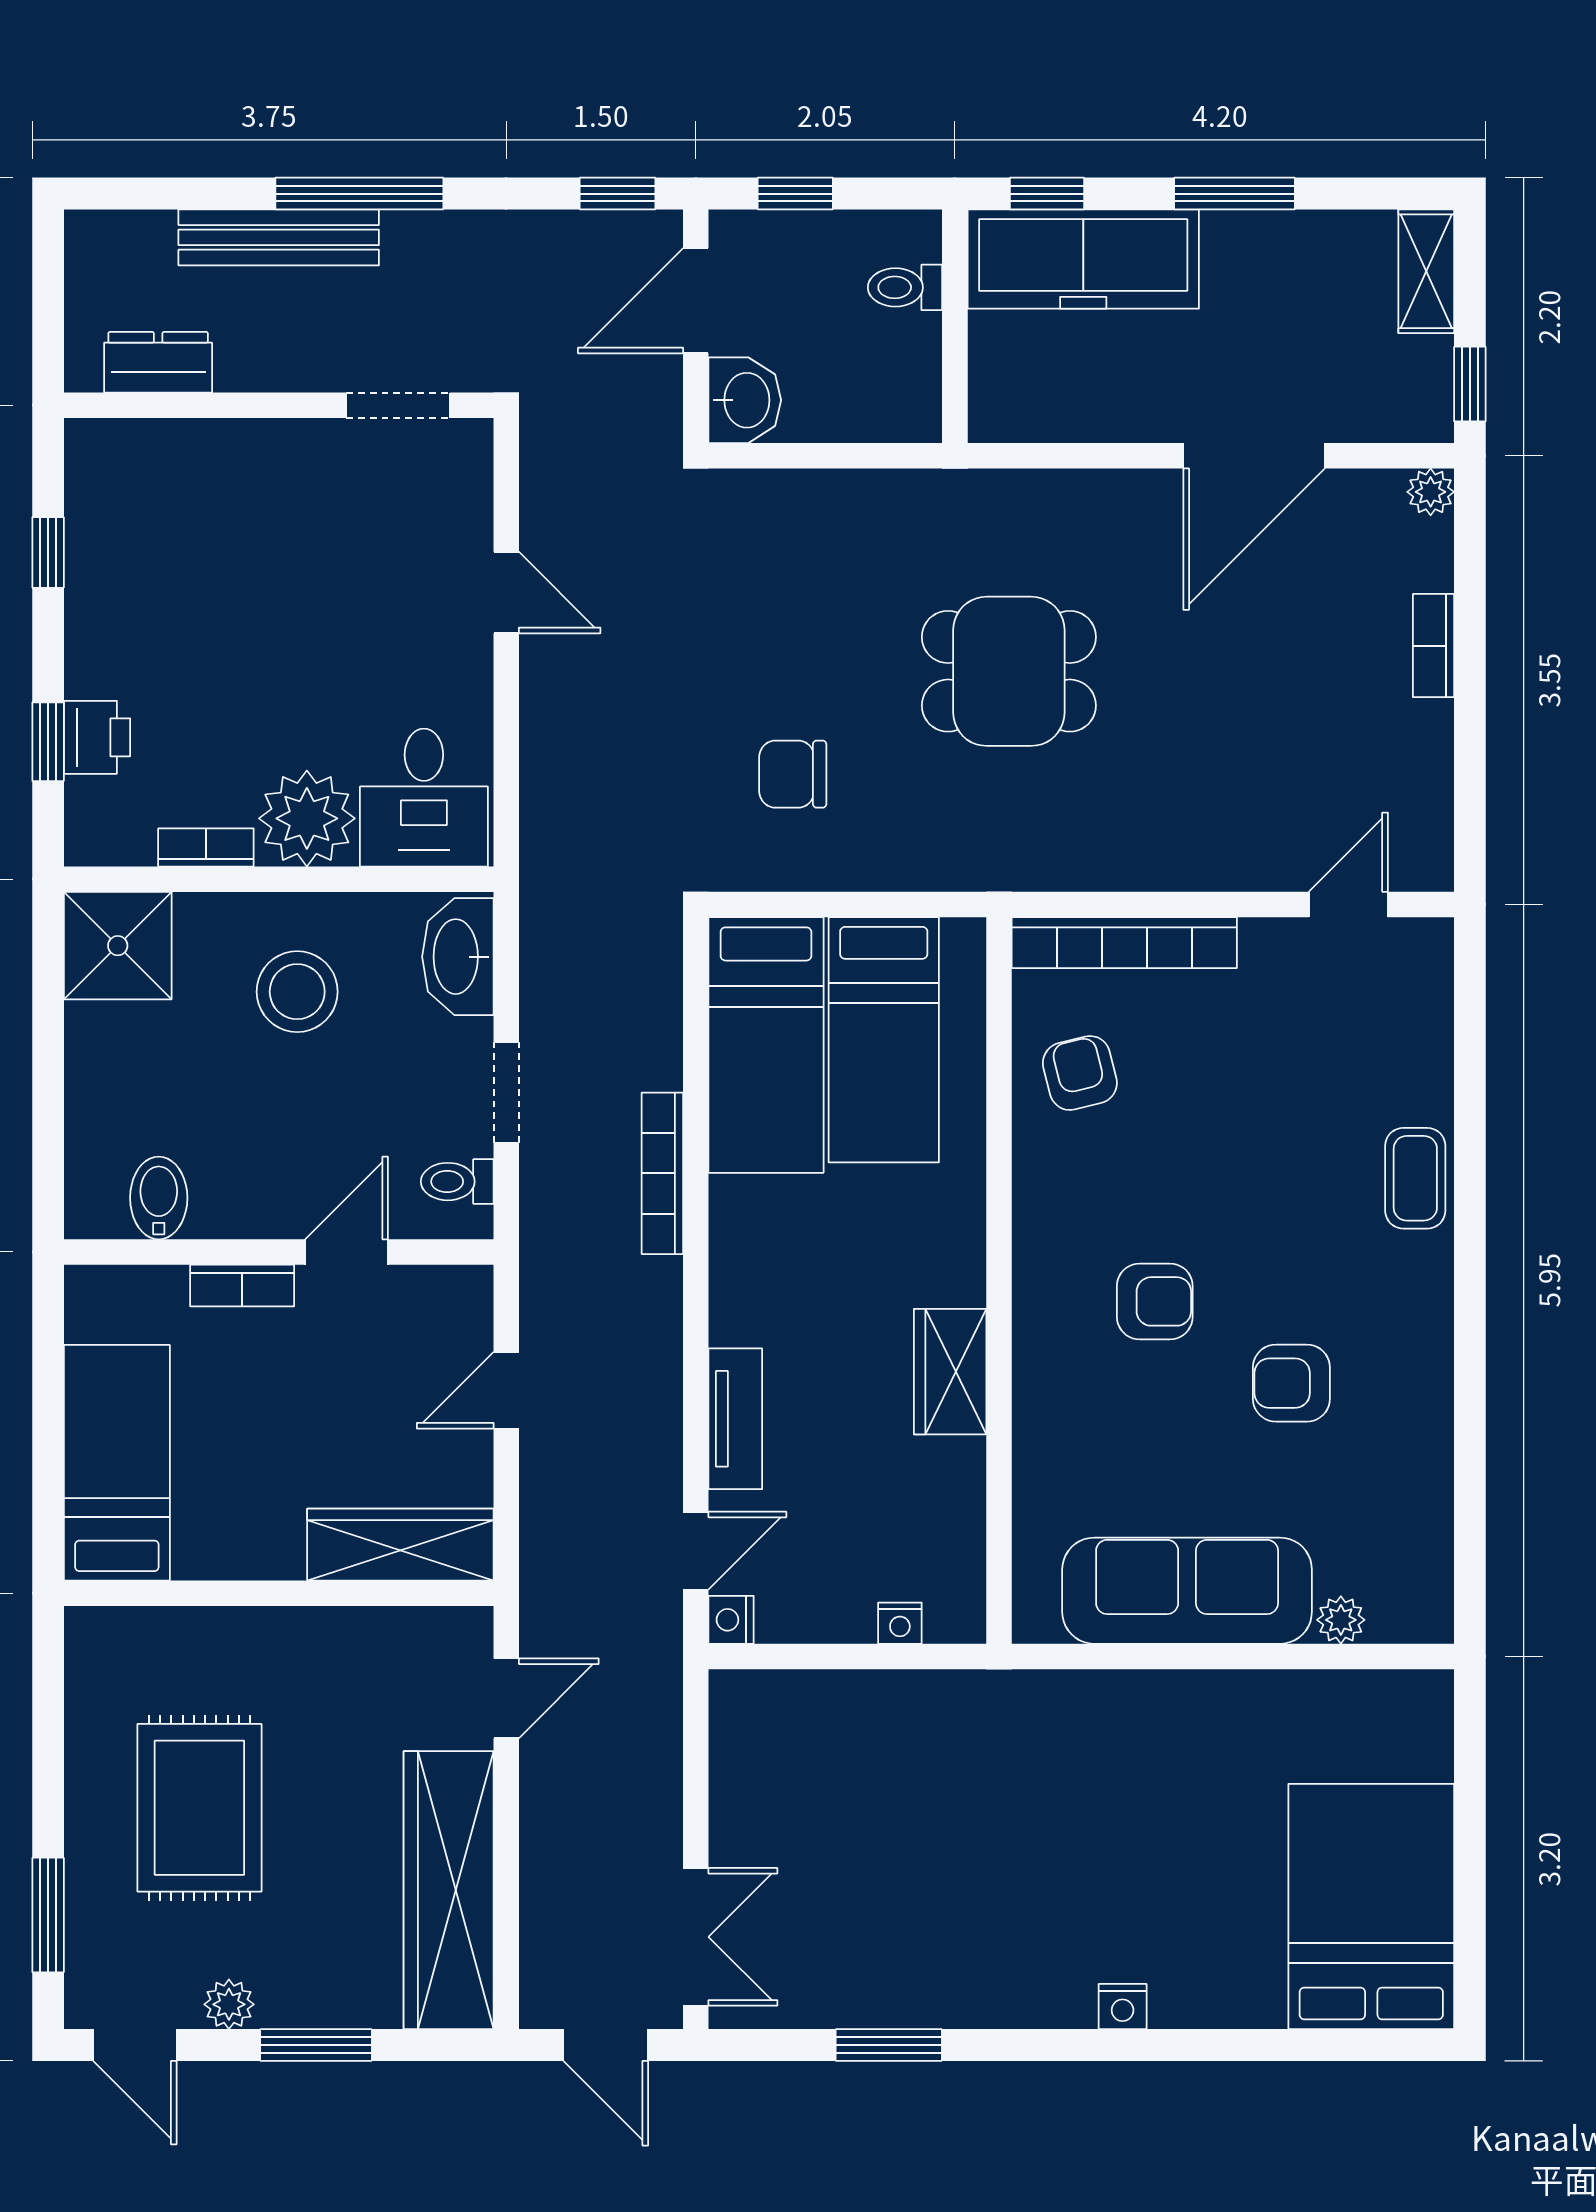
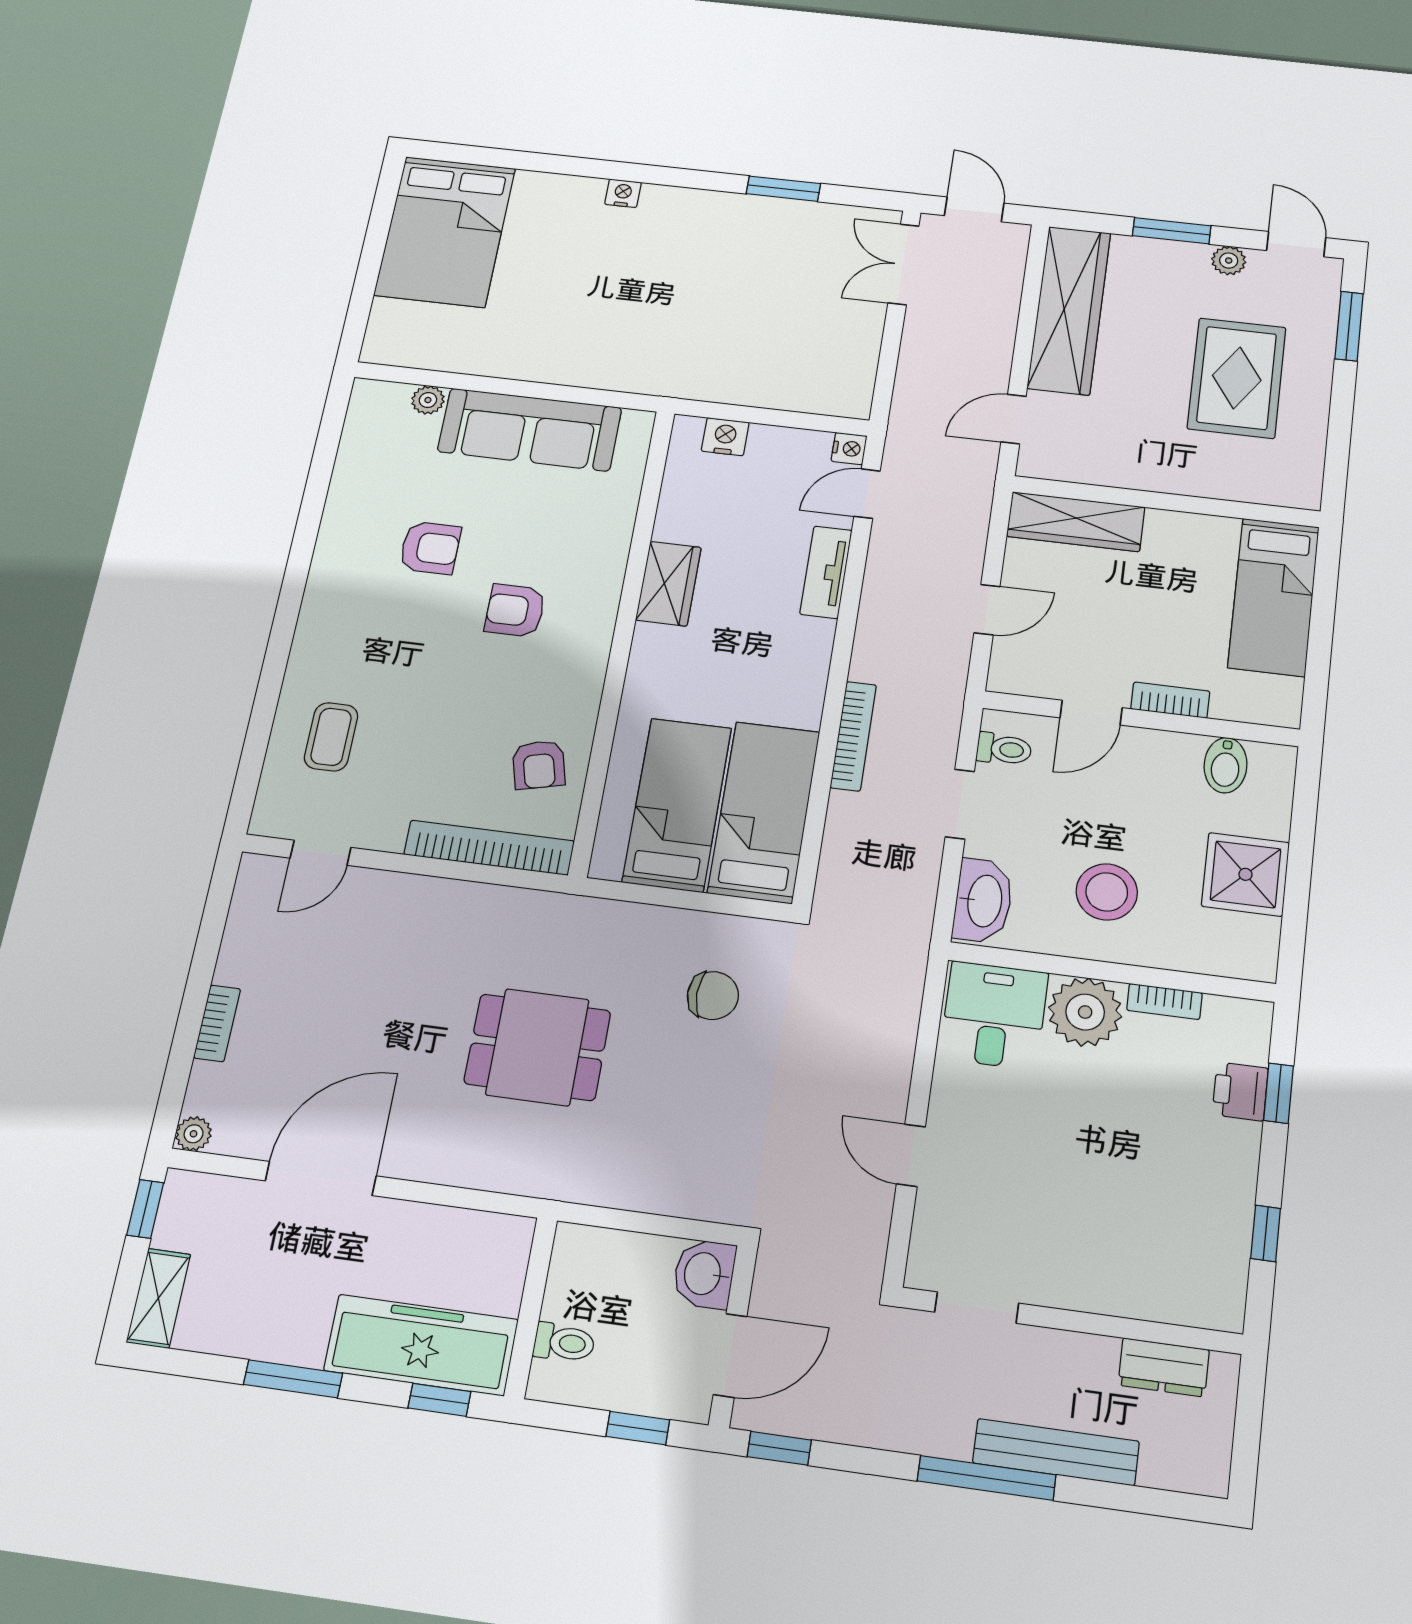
shower: (118, 946) -> (1245, 874), moved
coffee table: (1415, 1178) -> (331, 737), moved
nightstand: (900, 1623) -> (725, 437), width x1.39, depth x1.35

